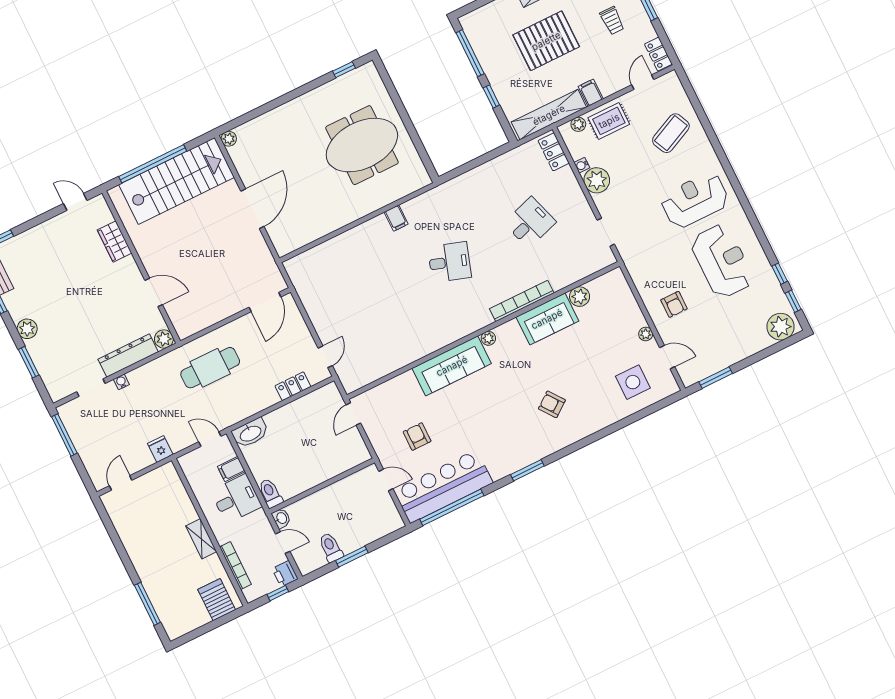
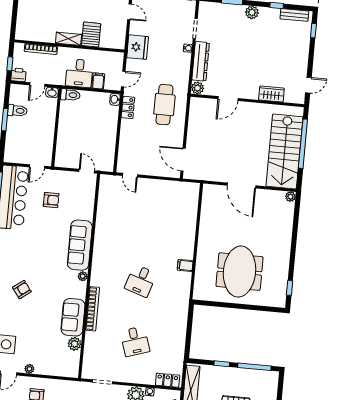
locker: (293, 386) -> (128, 107), moved
washbasin: (250, 433) -> (115, 99), width x0.52, depth x0.69
fridge: (160, 449) -> (138, 47), width x1.88, depth x1.34
server rack: (217, 600) -> (91, 35), moved, turned -90

